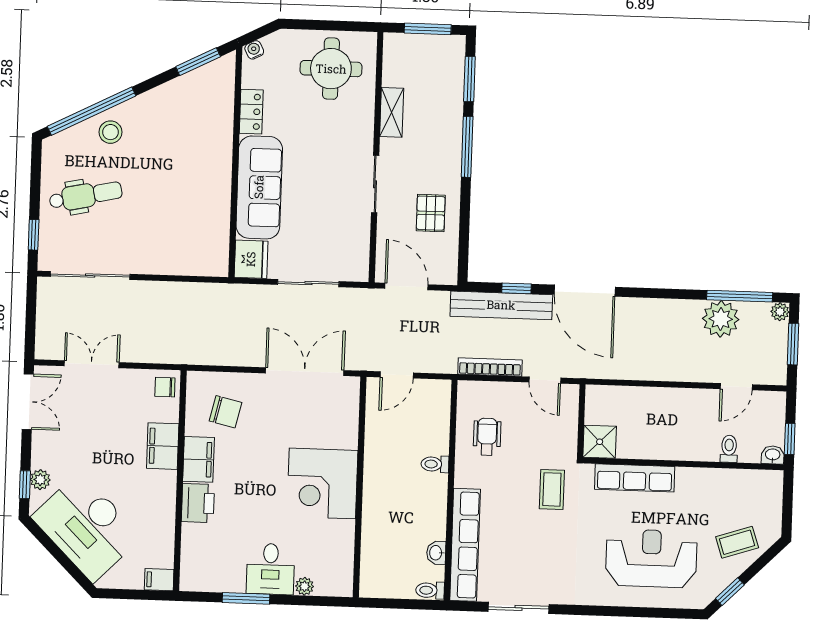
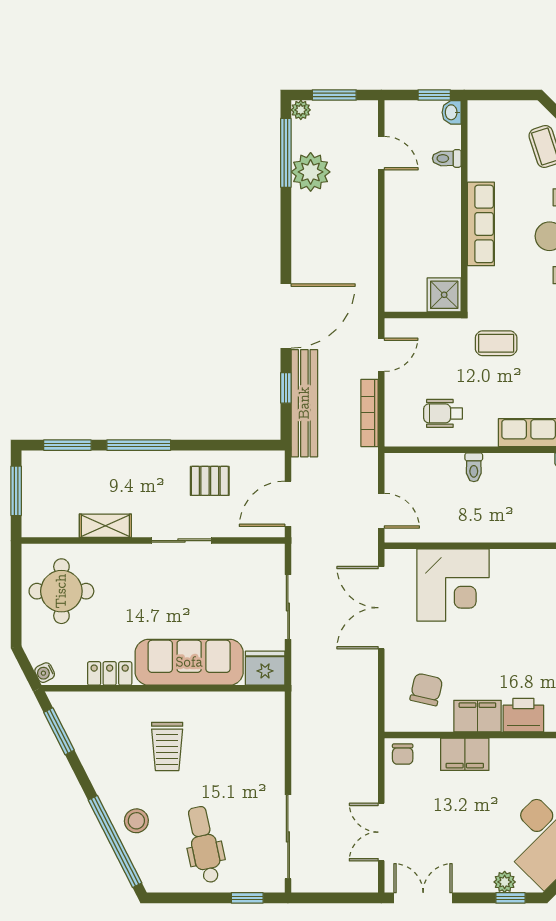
trolley: (180, 164) -> (167, 746), added
row of seats: (635, 478) -> (481, 224), moved
corner desk: (322, 483) -> (453, 585), moved

